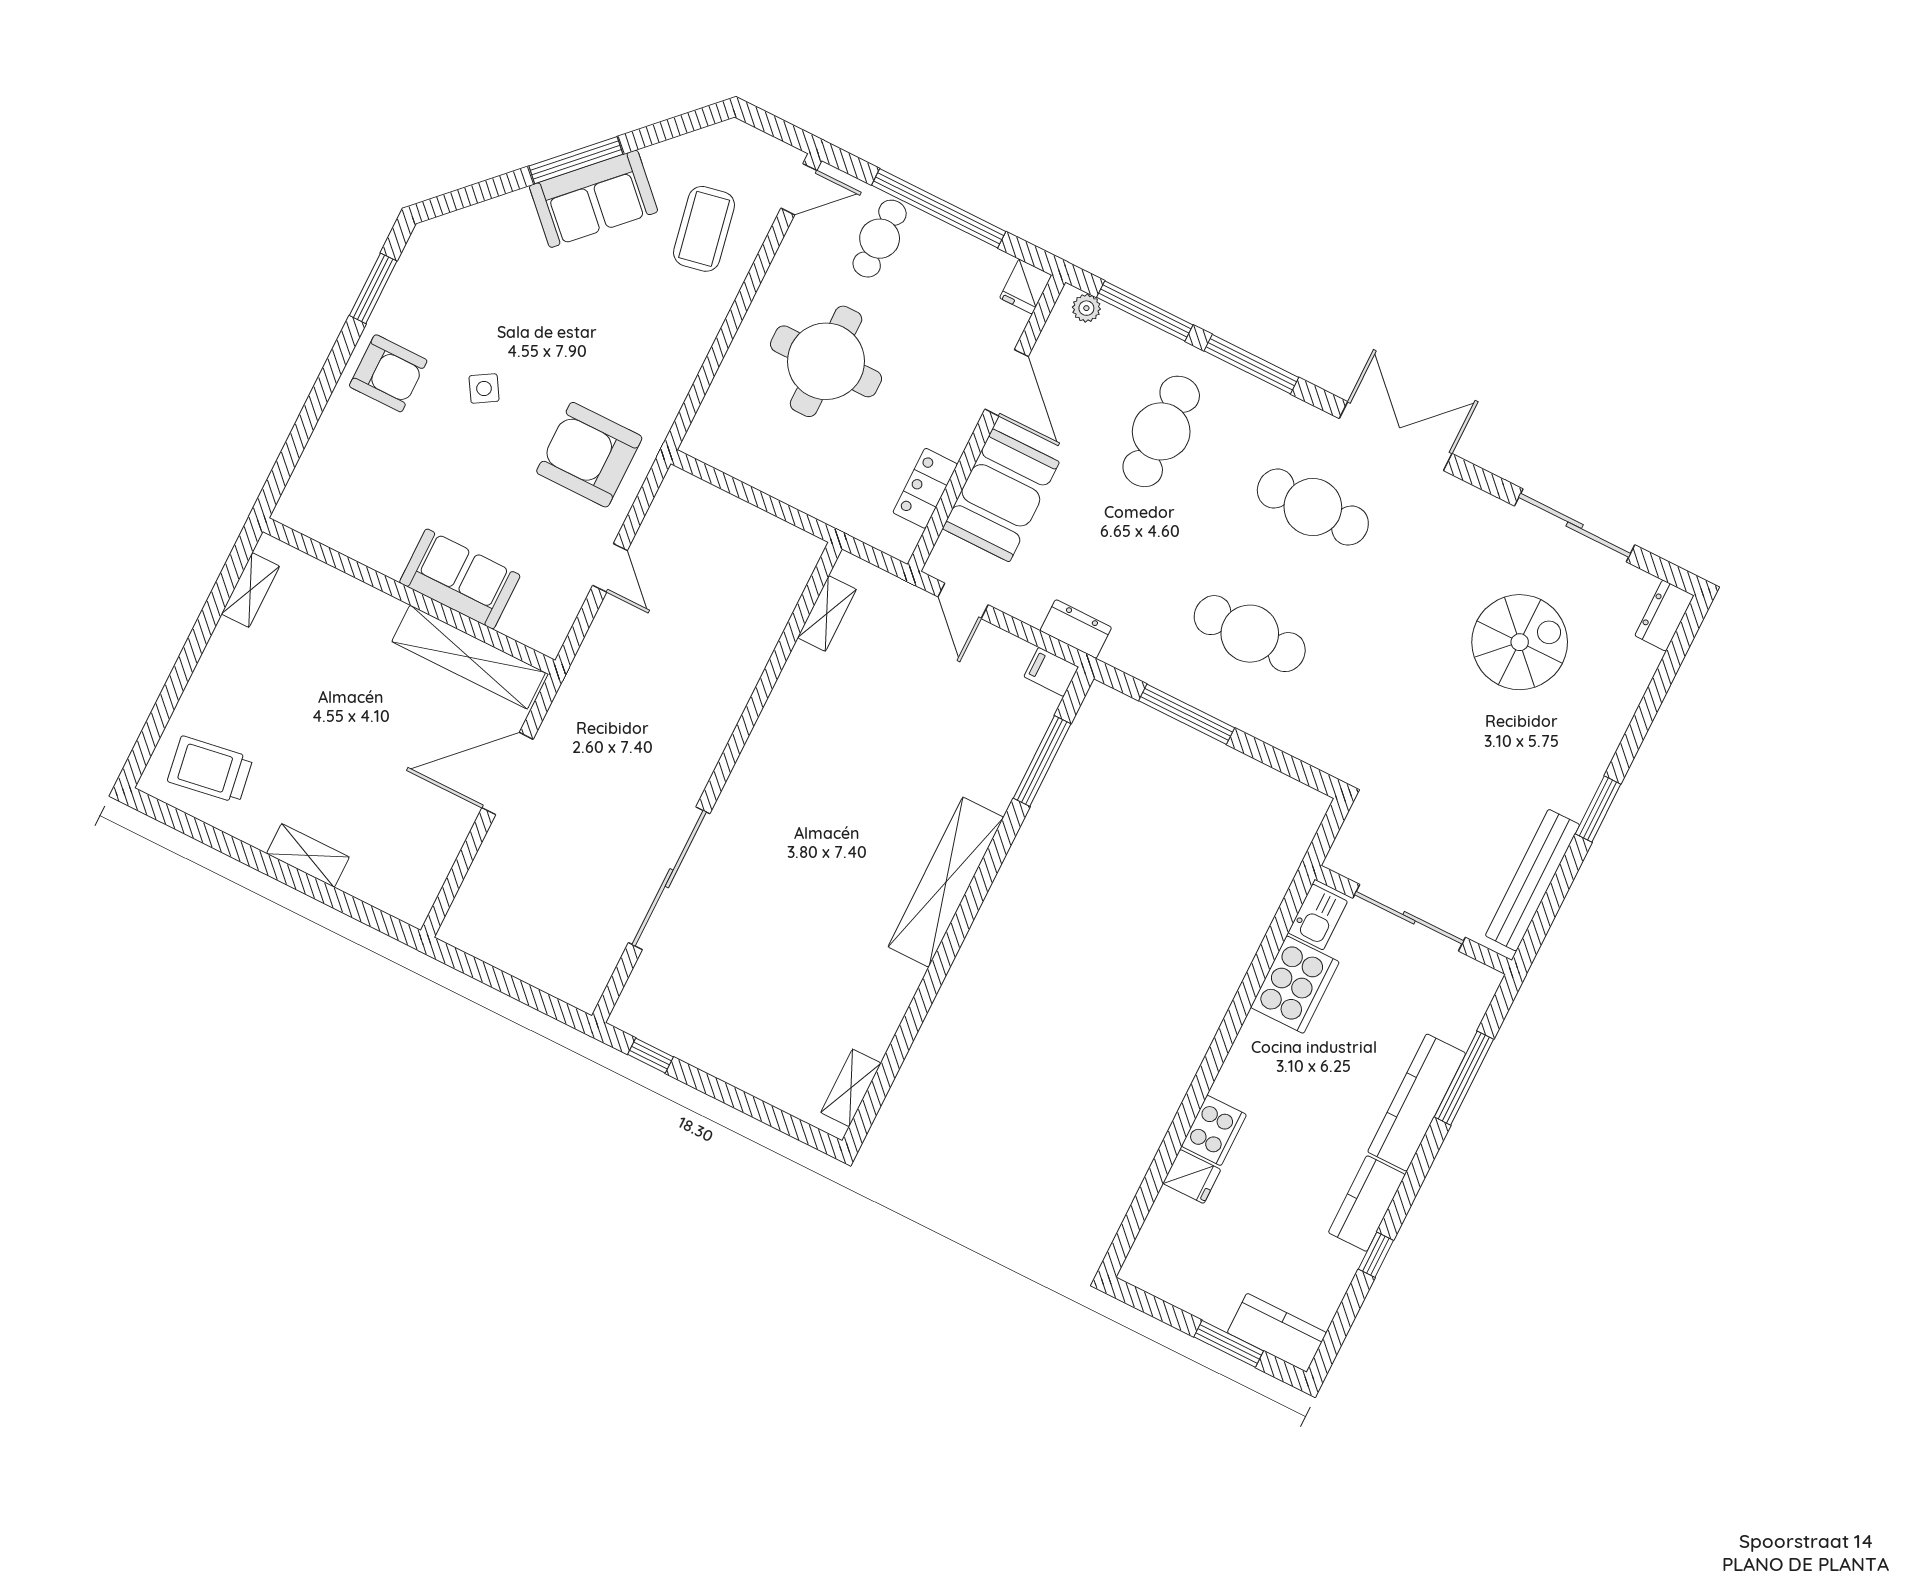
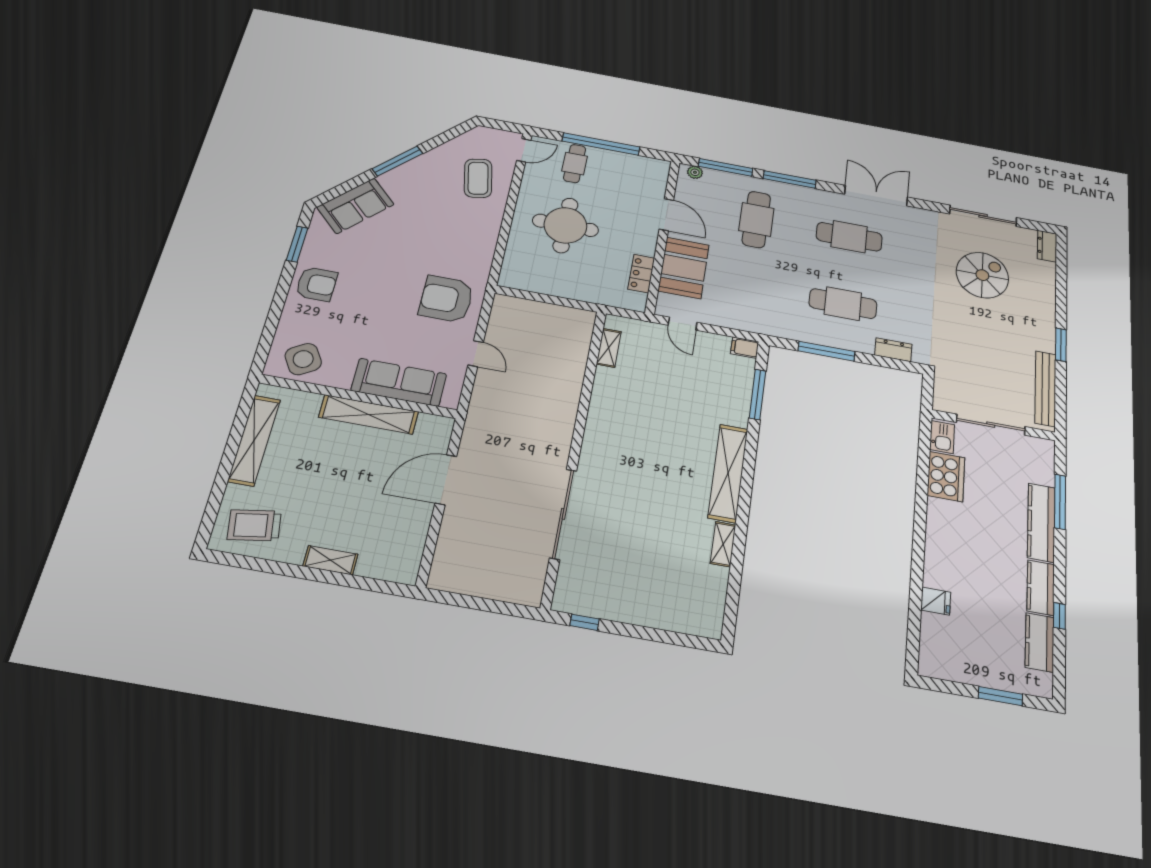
sofa: (594, 199) -> (356, 206), moved
fridge: (1026, 287) -> (660, 169), removed
side table: (484, 388) -> (303, 359), moved, width x1.87, depth x1.87
sofa: (460, 579) -> (399, 382), width x1.36
shelving: (250, 590) -> (254, 440), width x2.20, depth x1.33
dresser: (1076, 629) -> (893, 350), moved
shelving: (469, 657) -> (369, 414), moved
shelving: (851, 1088) -> (723, 544), moved
cooker: (1214, 1130) -> (937, 571), removed
kitchen counter: (1277, 1333) -> (1040, 642), moved, turned -90

